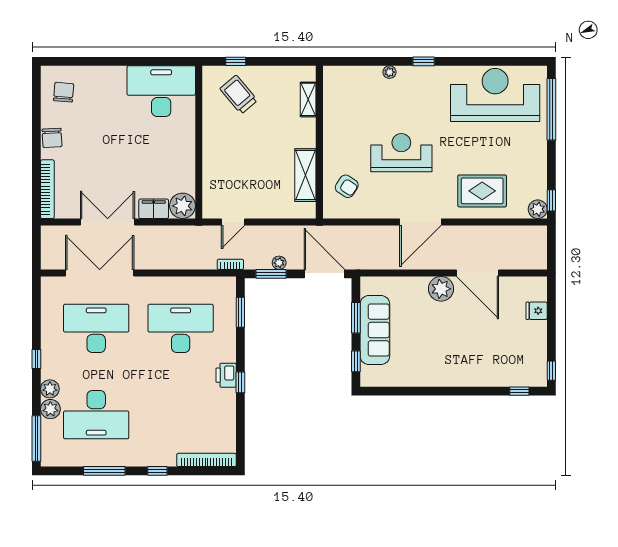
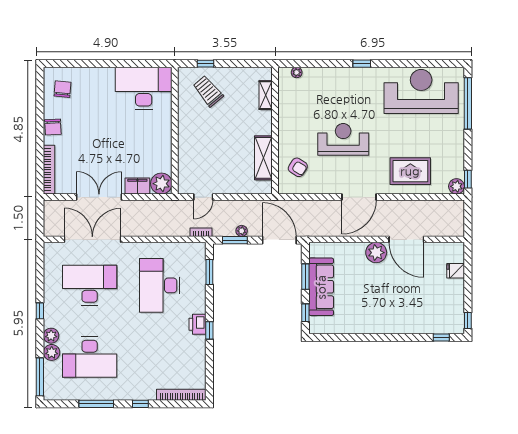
plant: (389, 72) -> (297, 72), moved
desk: (181, 328) -> (160, 285), turned -90

